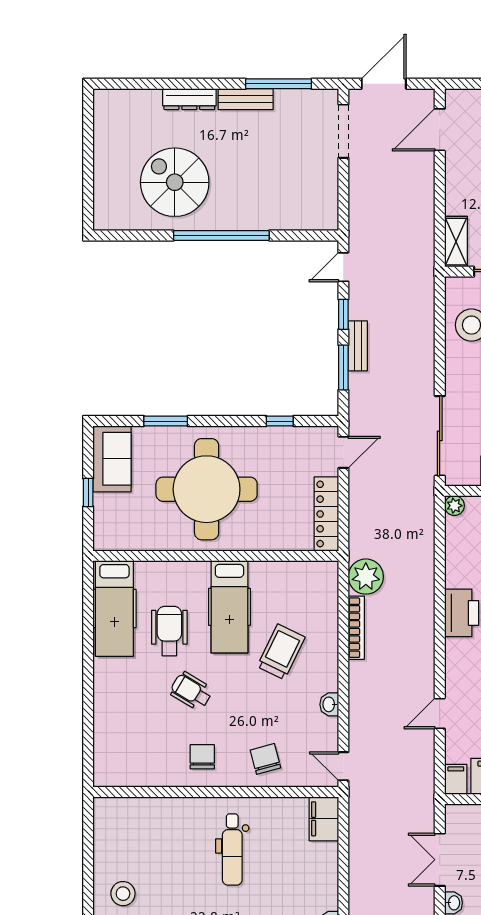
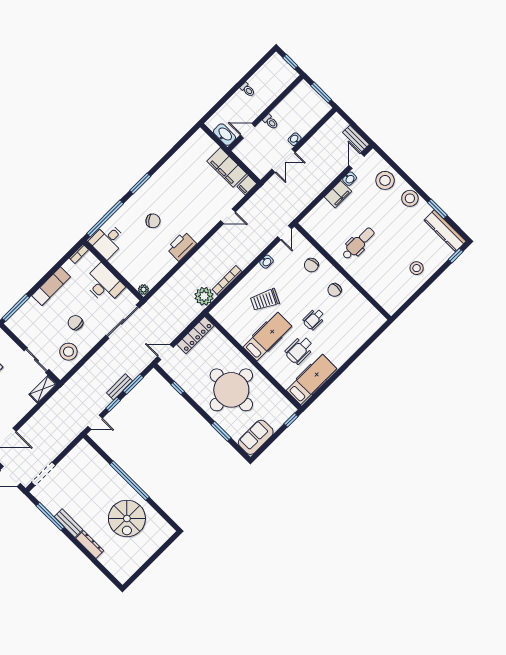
window: (88, 492) -> (291, 420), moved
wheelchair: (191, 691) -> (314, 319), turned 59
filing cabinet: (324, 819) -> (338, 194), moved

